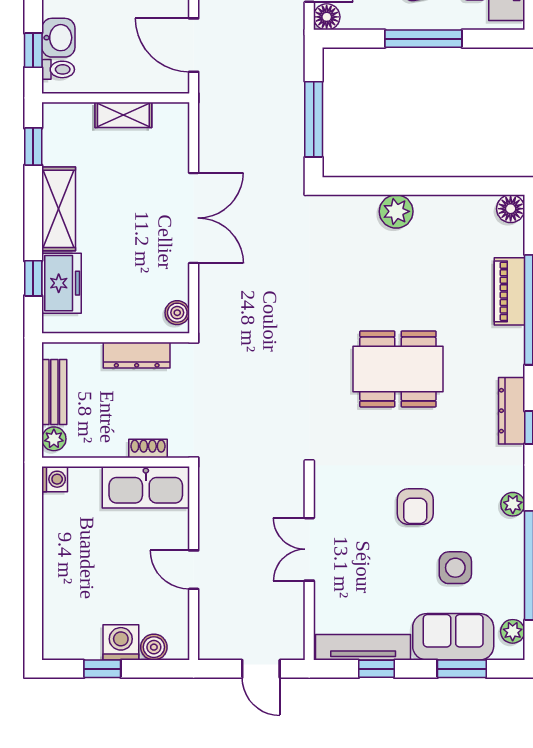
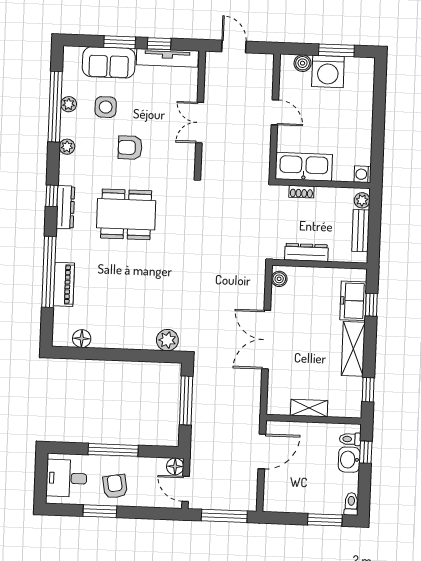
door: (194, 45) -> (262, 451), hinge flipped
floor lamp: (511, 209) -> (82, 339), moved
plant: (396, 211) -> (167, 340), moved
dining table: (398, 369) -> (126, 214), moved
armchair: (415, 507) -> (130, 148), turned -90
double door: (309, 549) -> (200, 123), swing flipped
plant: (513, 631) -> (69, 104), moved
washing machine: (121, 642) -> (328, 71), width x1.37, depth x1.37
window: (102, 669) -> (336, 50), width x1.50
window: (462, 669) -> (120, 42), moved

